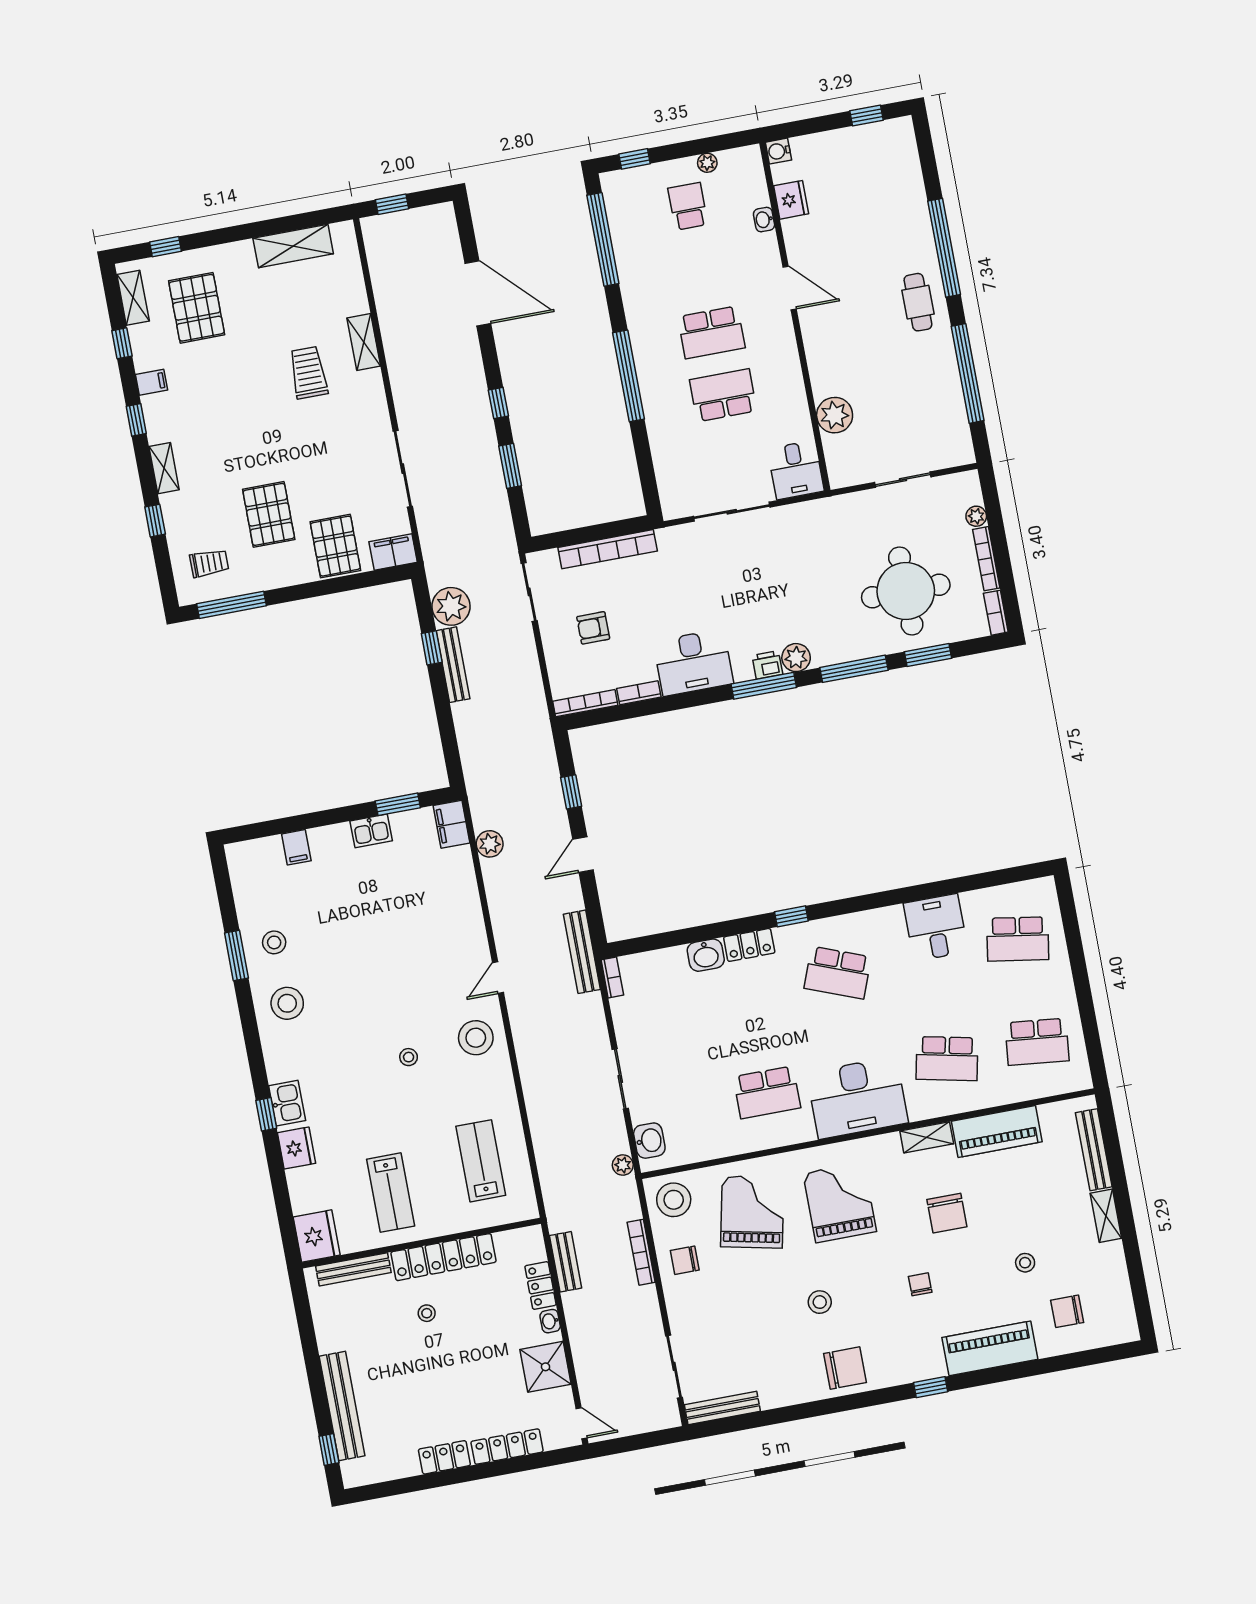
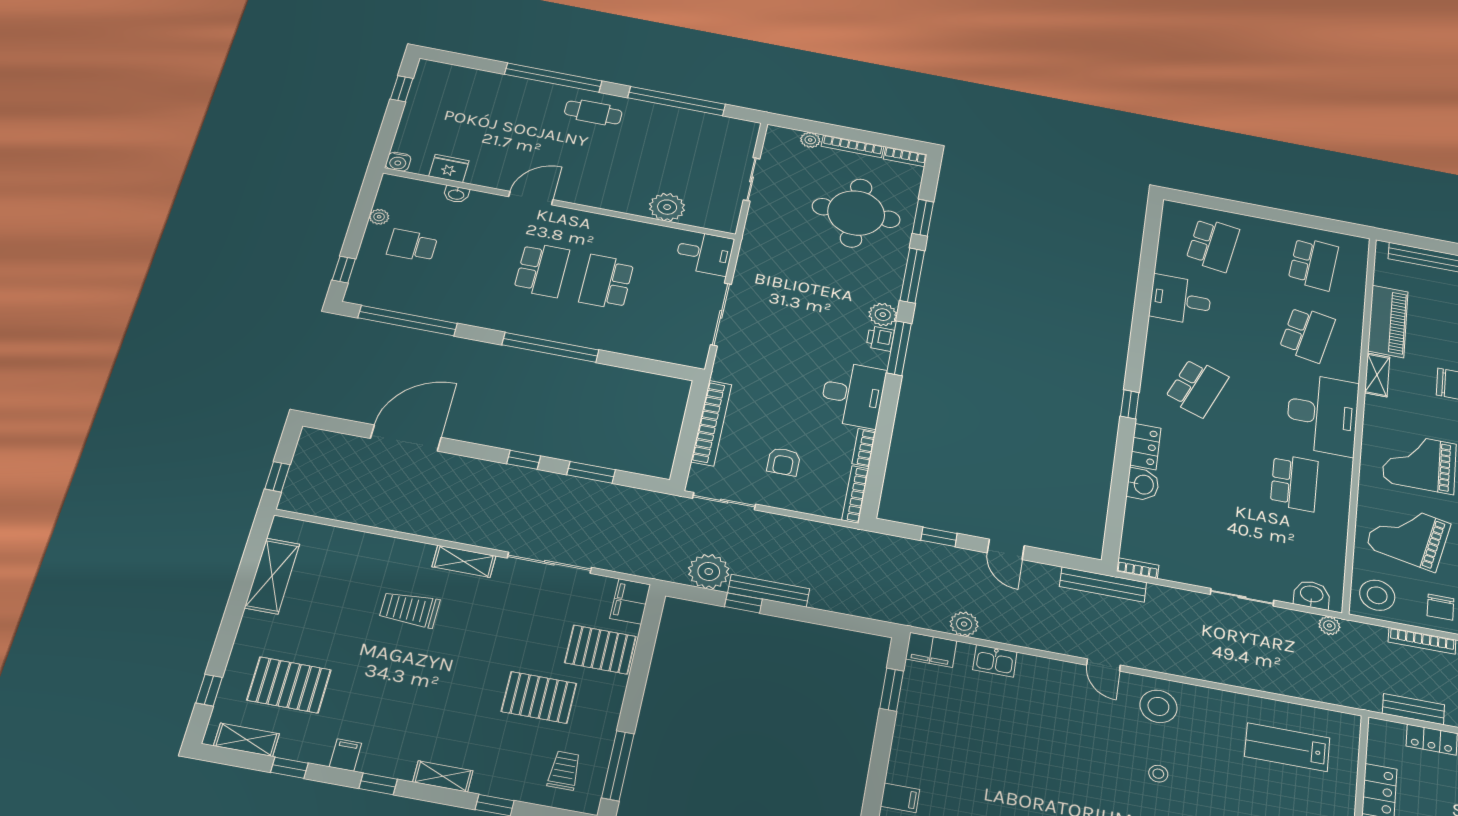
shelving: (364, 342) -> (464, 561), moved
kitchen sink: (371, 831) -> (995, 661), moved, turned 90

